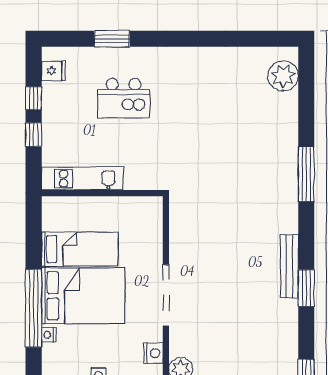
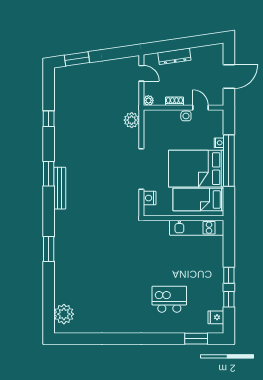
window: (112, 39) -> (196, 339), moved
window: (306, 174) -> (49, 249), width x0.69
kitchen unit: (82, 179) -> (197, 228), moved
wall: (102, 193) -> (183, 218), moved
nightstand: (153, 353) -> (150, 198), moved

